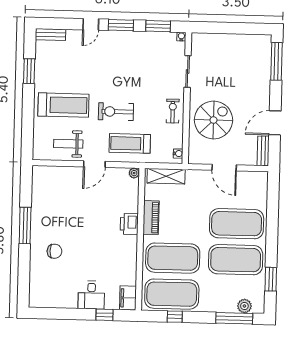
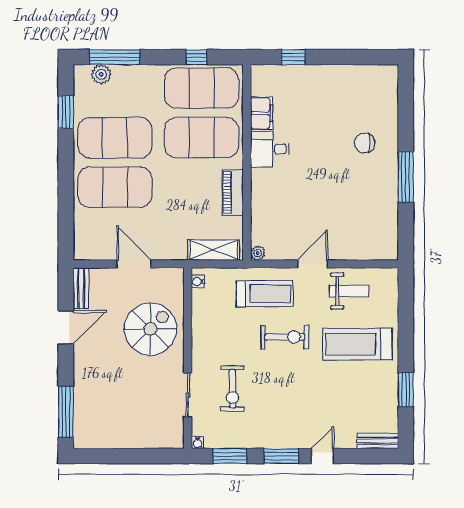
exercise bike: (173, 111) -> (232, 389), moved, width x1.38, depth x1.39
spiral stairs: (214, 120) -> (150, 329), turned 180
printer: (129, 224) -> (263, 183), removed
desk: (91, 295) -> (270, 149), moved, turned -90
filing cabinet: (128, 298) -> (262, 113), moved

